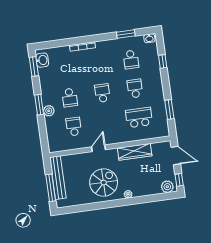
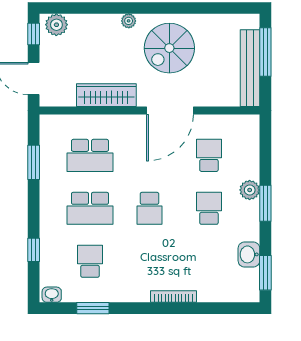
washbasin: (42, 60) -> (249, 254), moved
school desk: (135, 89) -> (90, 208), width x1.85
school desk: (74, 127) -> (209, 155), turned 180
door: (99, 148) -> (170, 111), width x1.88

